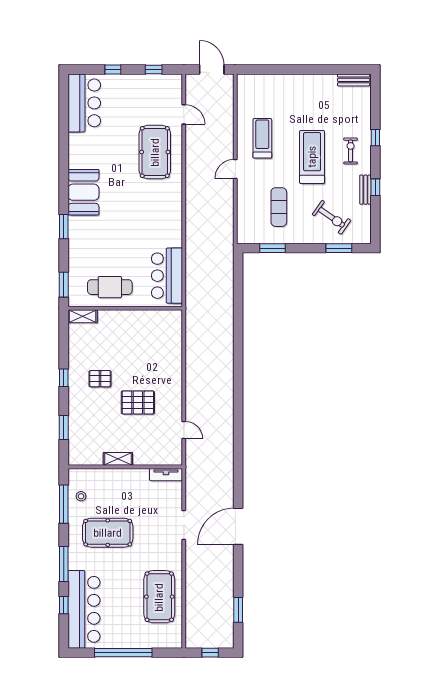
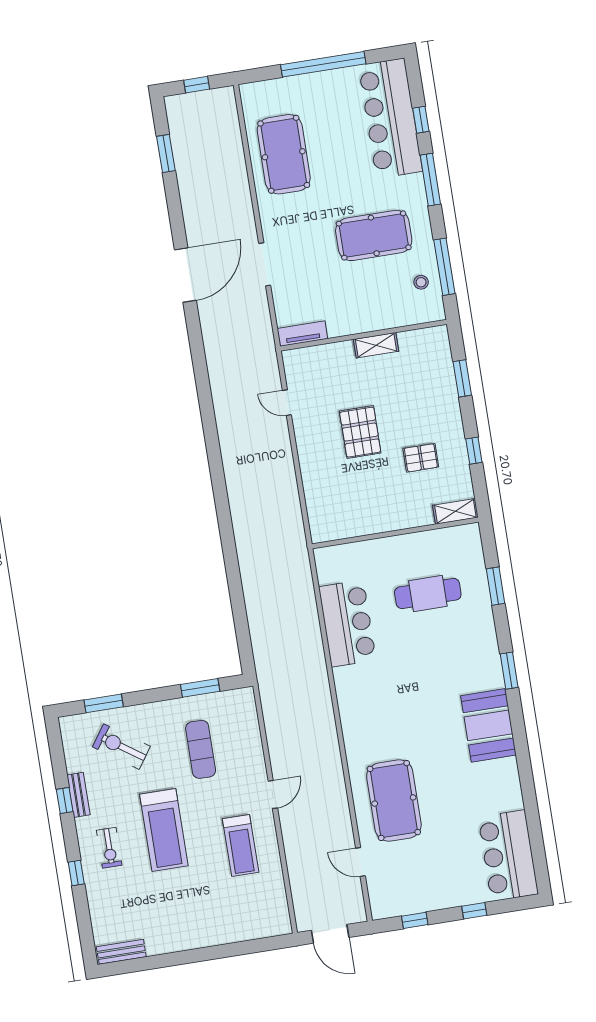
wall: (125, 308) -> (395, 533), moved
shelving: (83, 316) -> (455, 511), moved
pallet: (138, 402) -> (360, 432), turned 90

